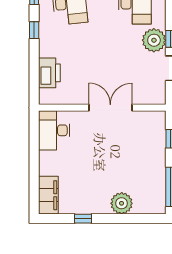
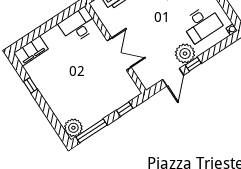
plant: (122, 203) -> (73, 128), moved

